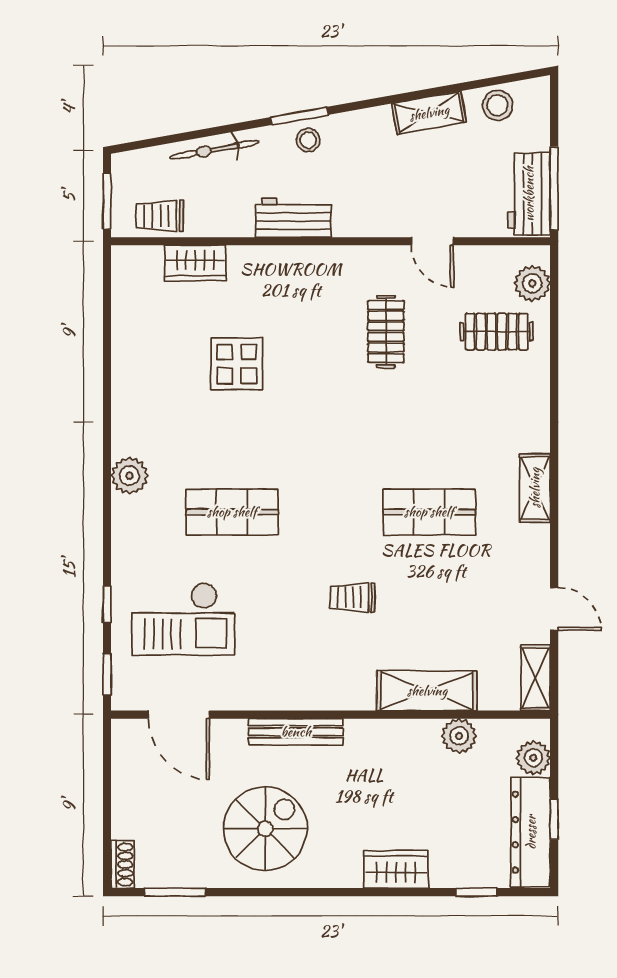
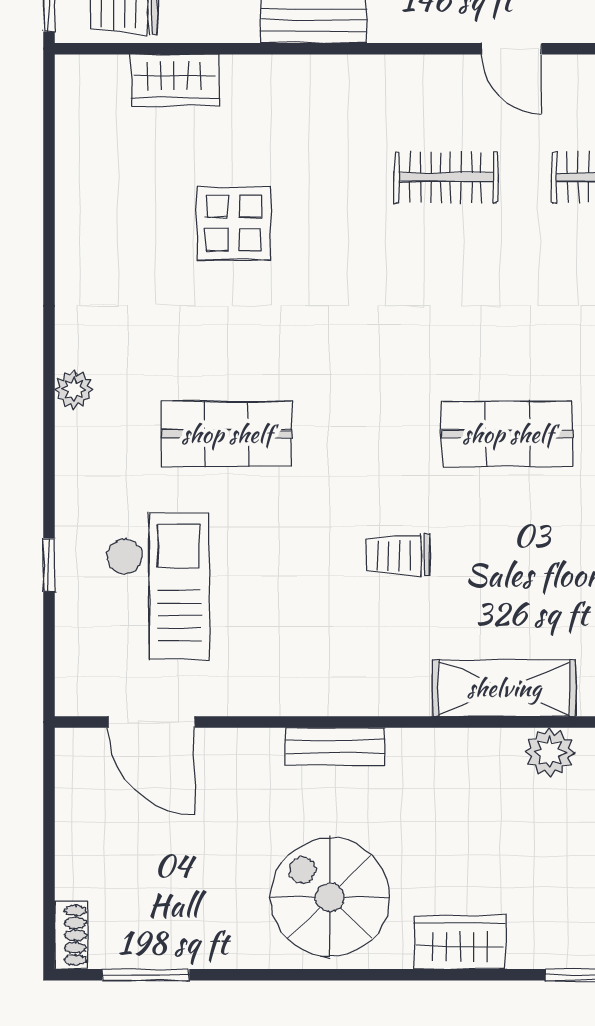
clothes rail: (386, 332) -> (446, 177), turned 90
plant: (129, 476) -> (74, 389), width x0.73, depth x0.73
checkout: (183, 619) -> (158, 586), turned -90
window: (107, 674) -> (49, 665), removed
bench: (296, 732) -> (335, 747), width x0.73
spiral stairs: (265, 829) -> (330, 897), moved, turned -90

